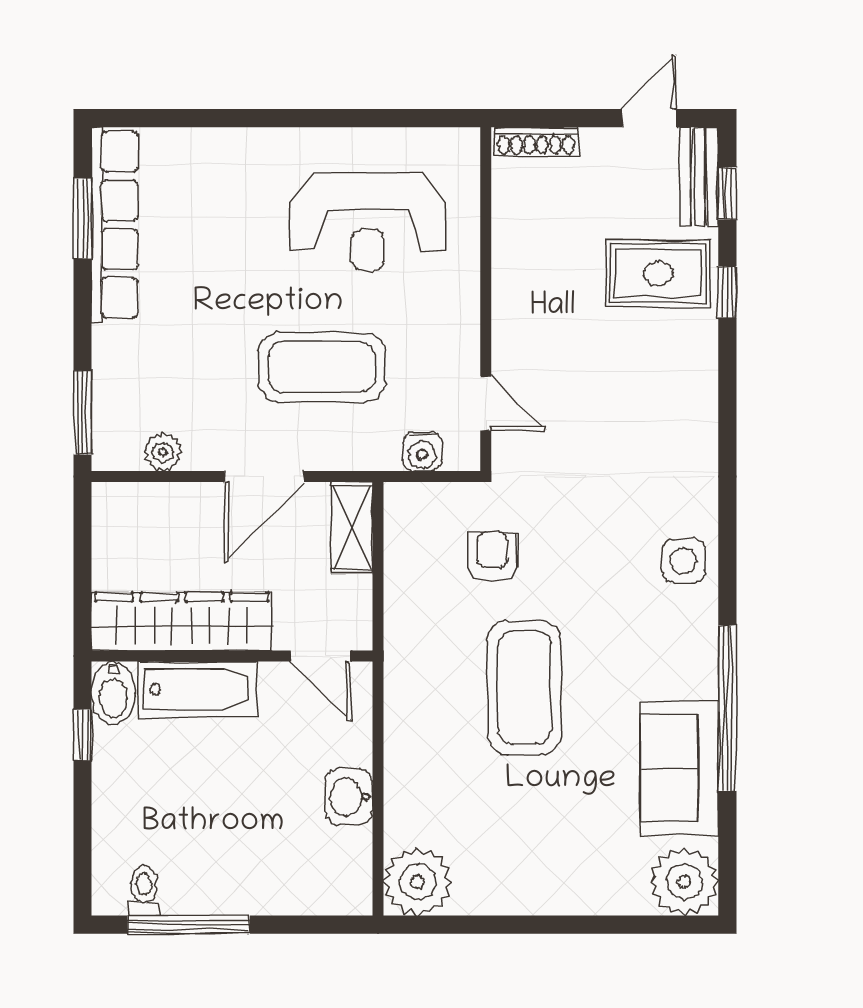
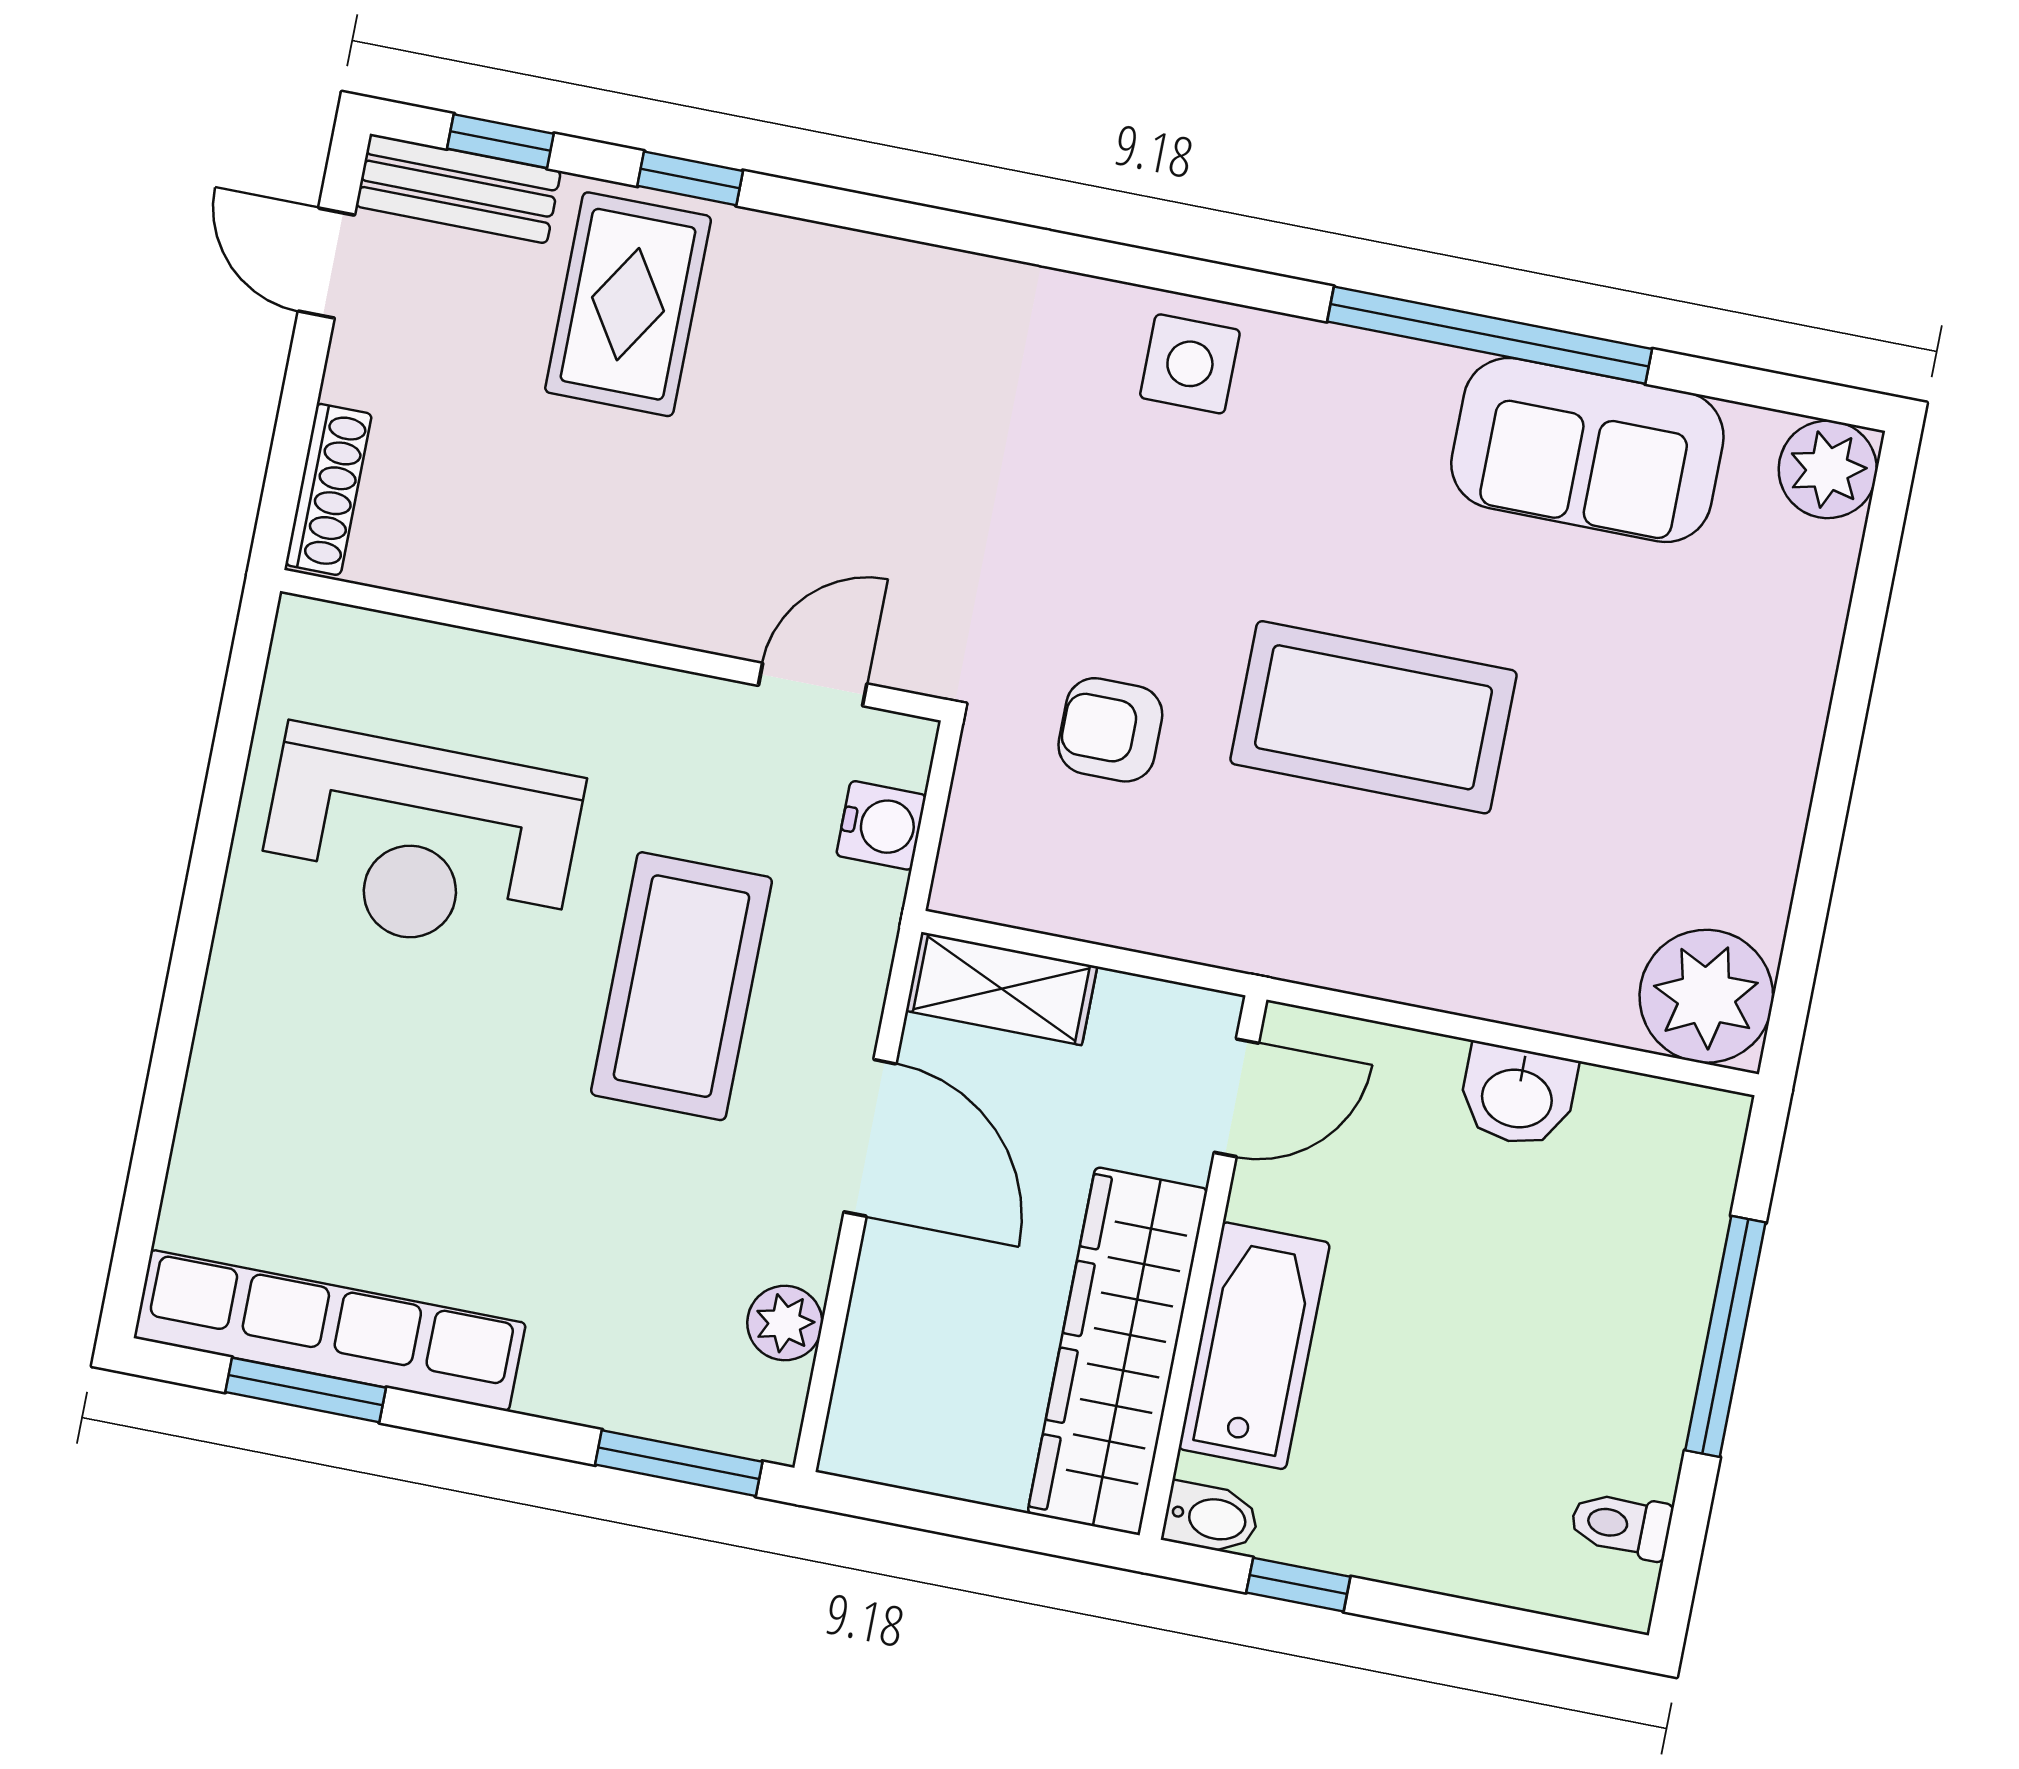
reception desk: (368, 222) -> (419, 843), turned 90
bidet: (113, 693) -> (1211, 1518), width x0.72, depth x0.74
plant: (684, 882) -> (1828, 469), width x0.73, depth x0.73
window: (189, 925) -> (1725, 1336), moved

